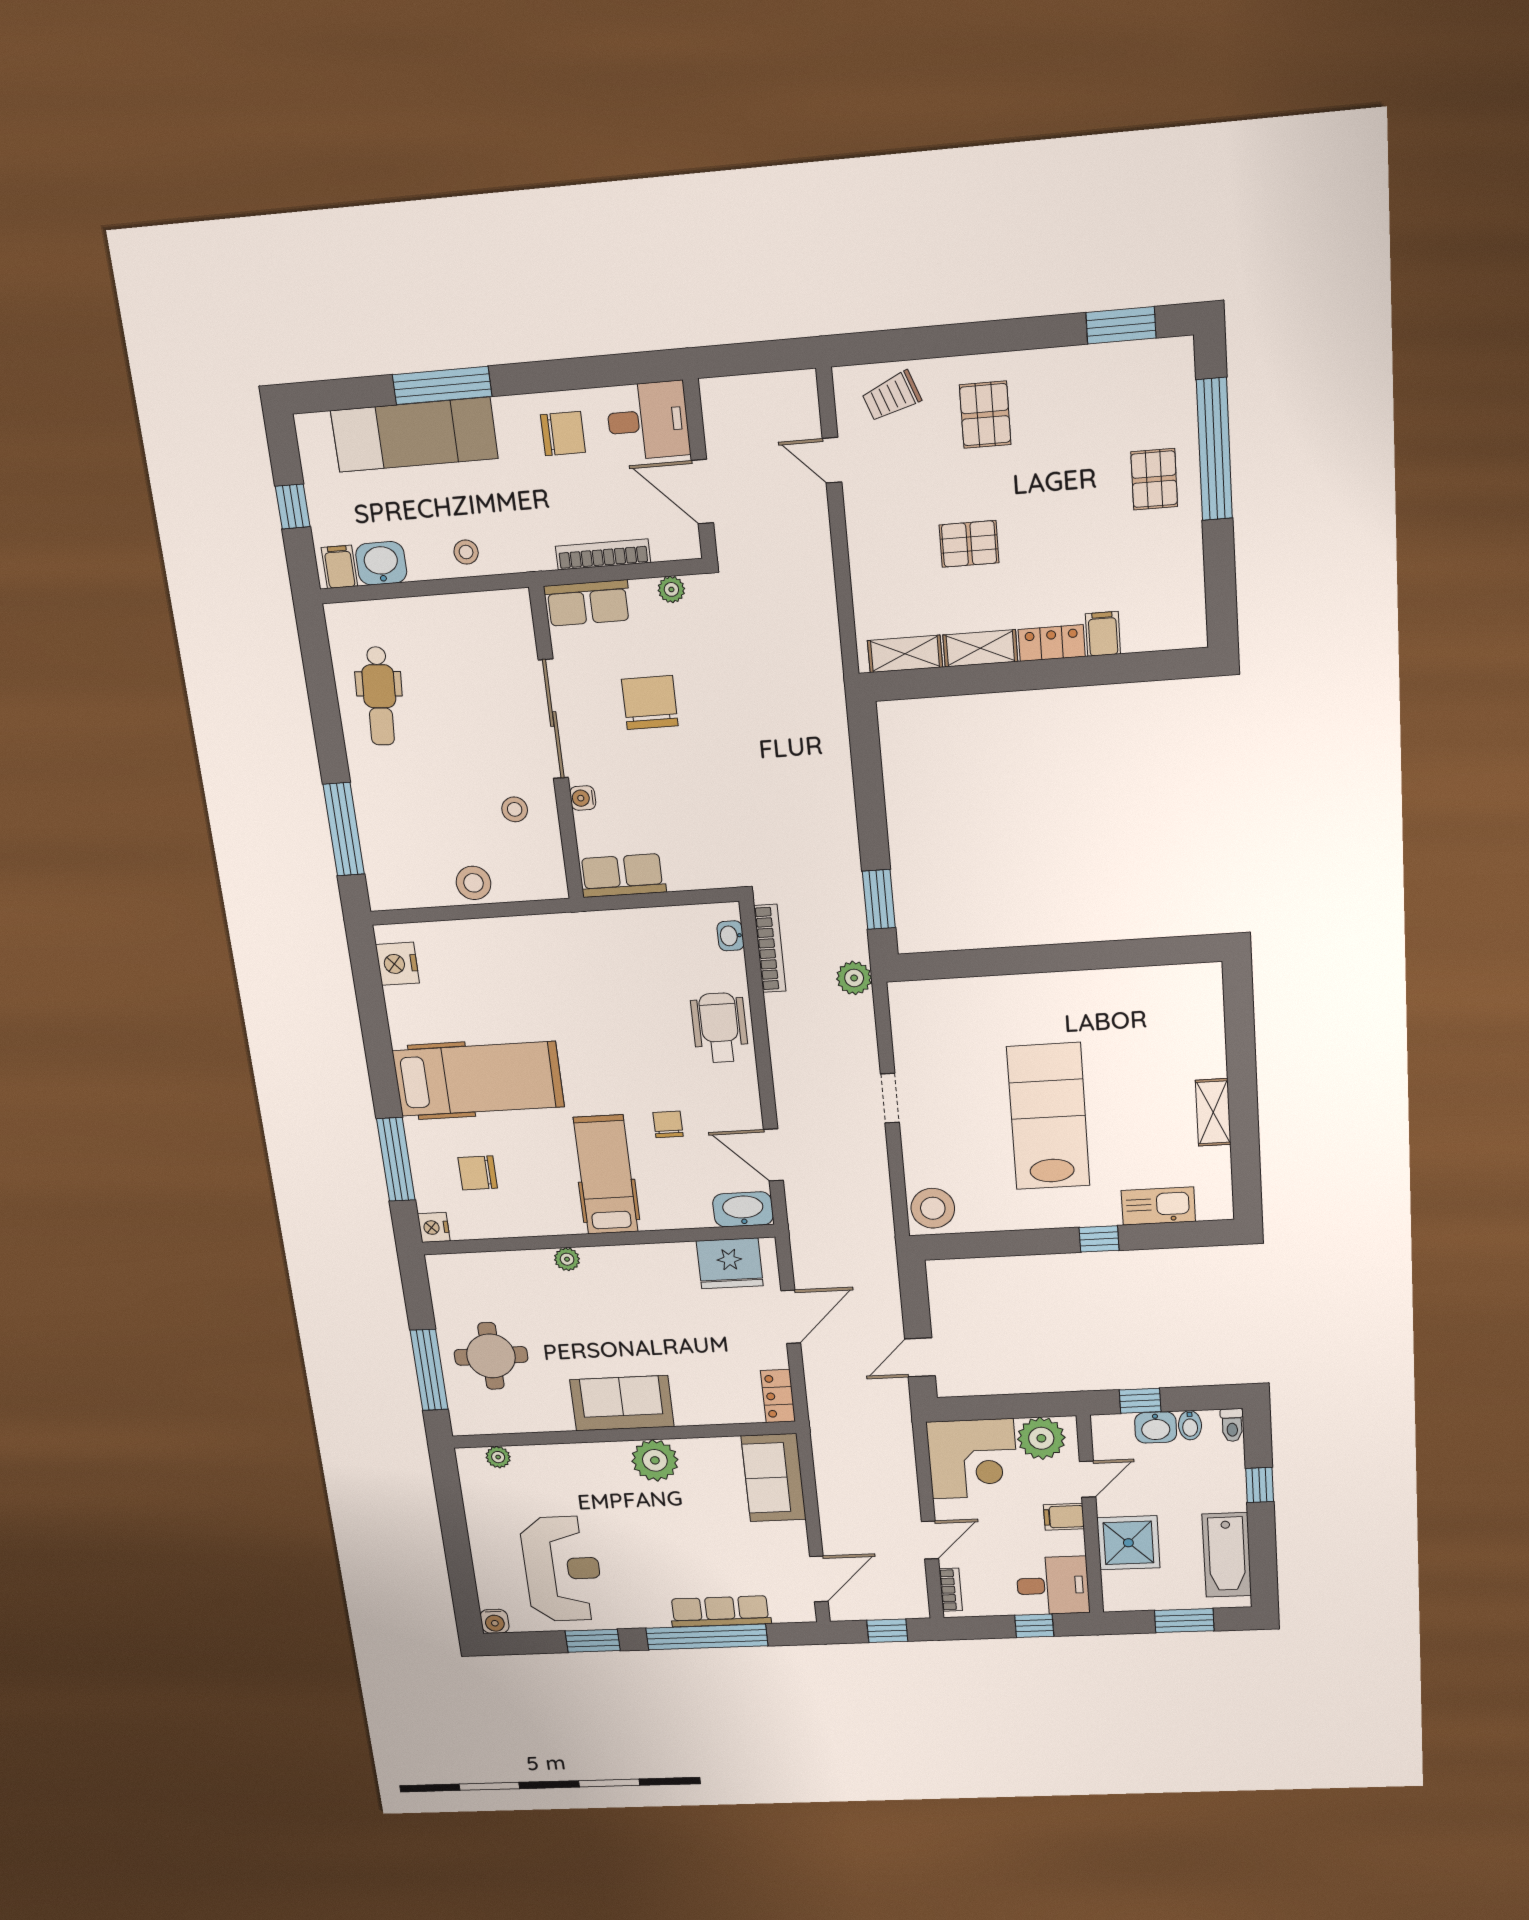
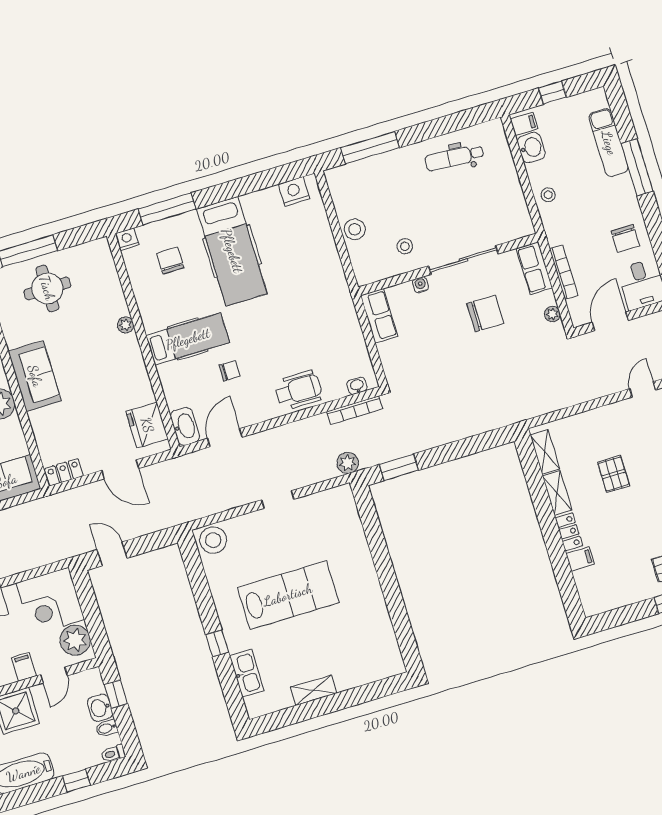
exam couch: (414, 435) -> (609, 143), width x0.73, depth x0.69
door: (1088, 1479) -> (54, 675), hinge flipped

